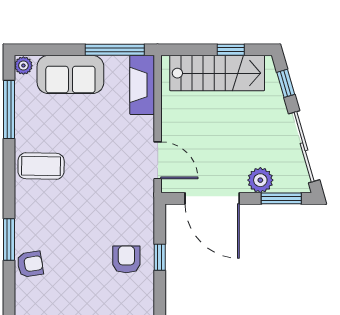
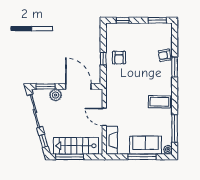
window: (115, 50) -> (142, 157), moved
window: (231, 50) -> (70, 157), width x2.17
door: (158, 160) -> (104, 117), moved

